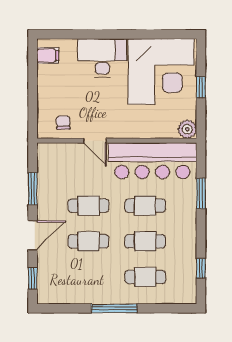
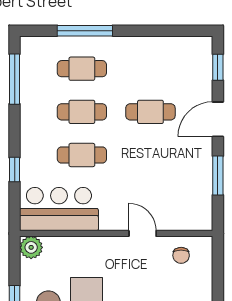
bar counter: (152, 161) -> (59, 209), width x0.73
window: (201, 194) -> (15, 170), width x0.67
cafe table: (88, 206) -> (150, 155), removed
window: (201, 268) -> (15, 79), width x2.17
window: (114, 308) -> (85, 31), moved

